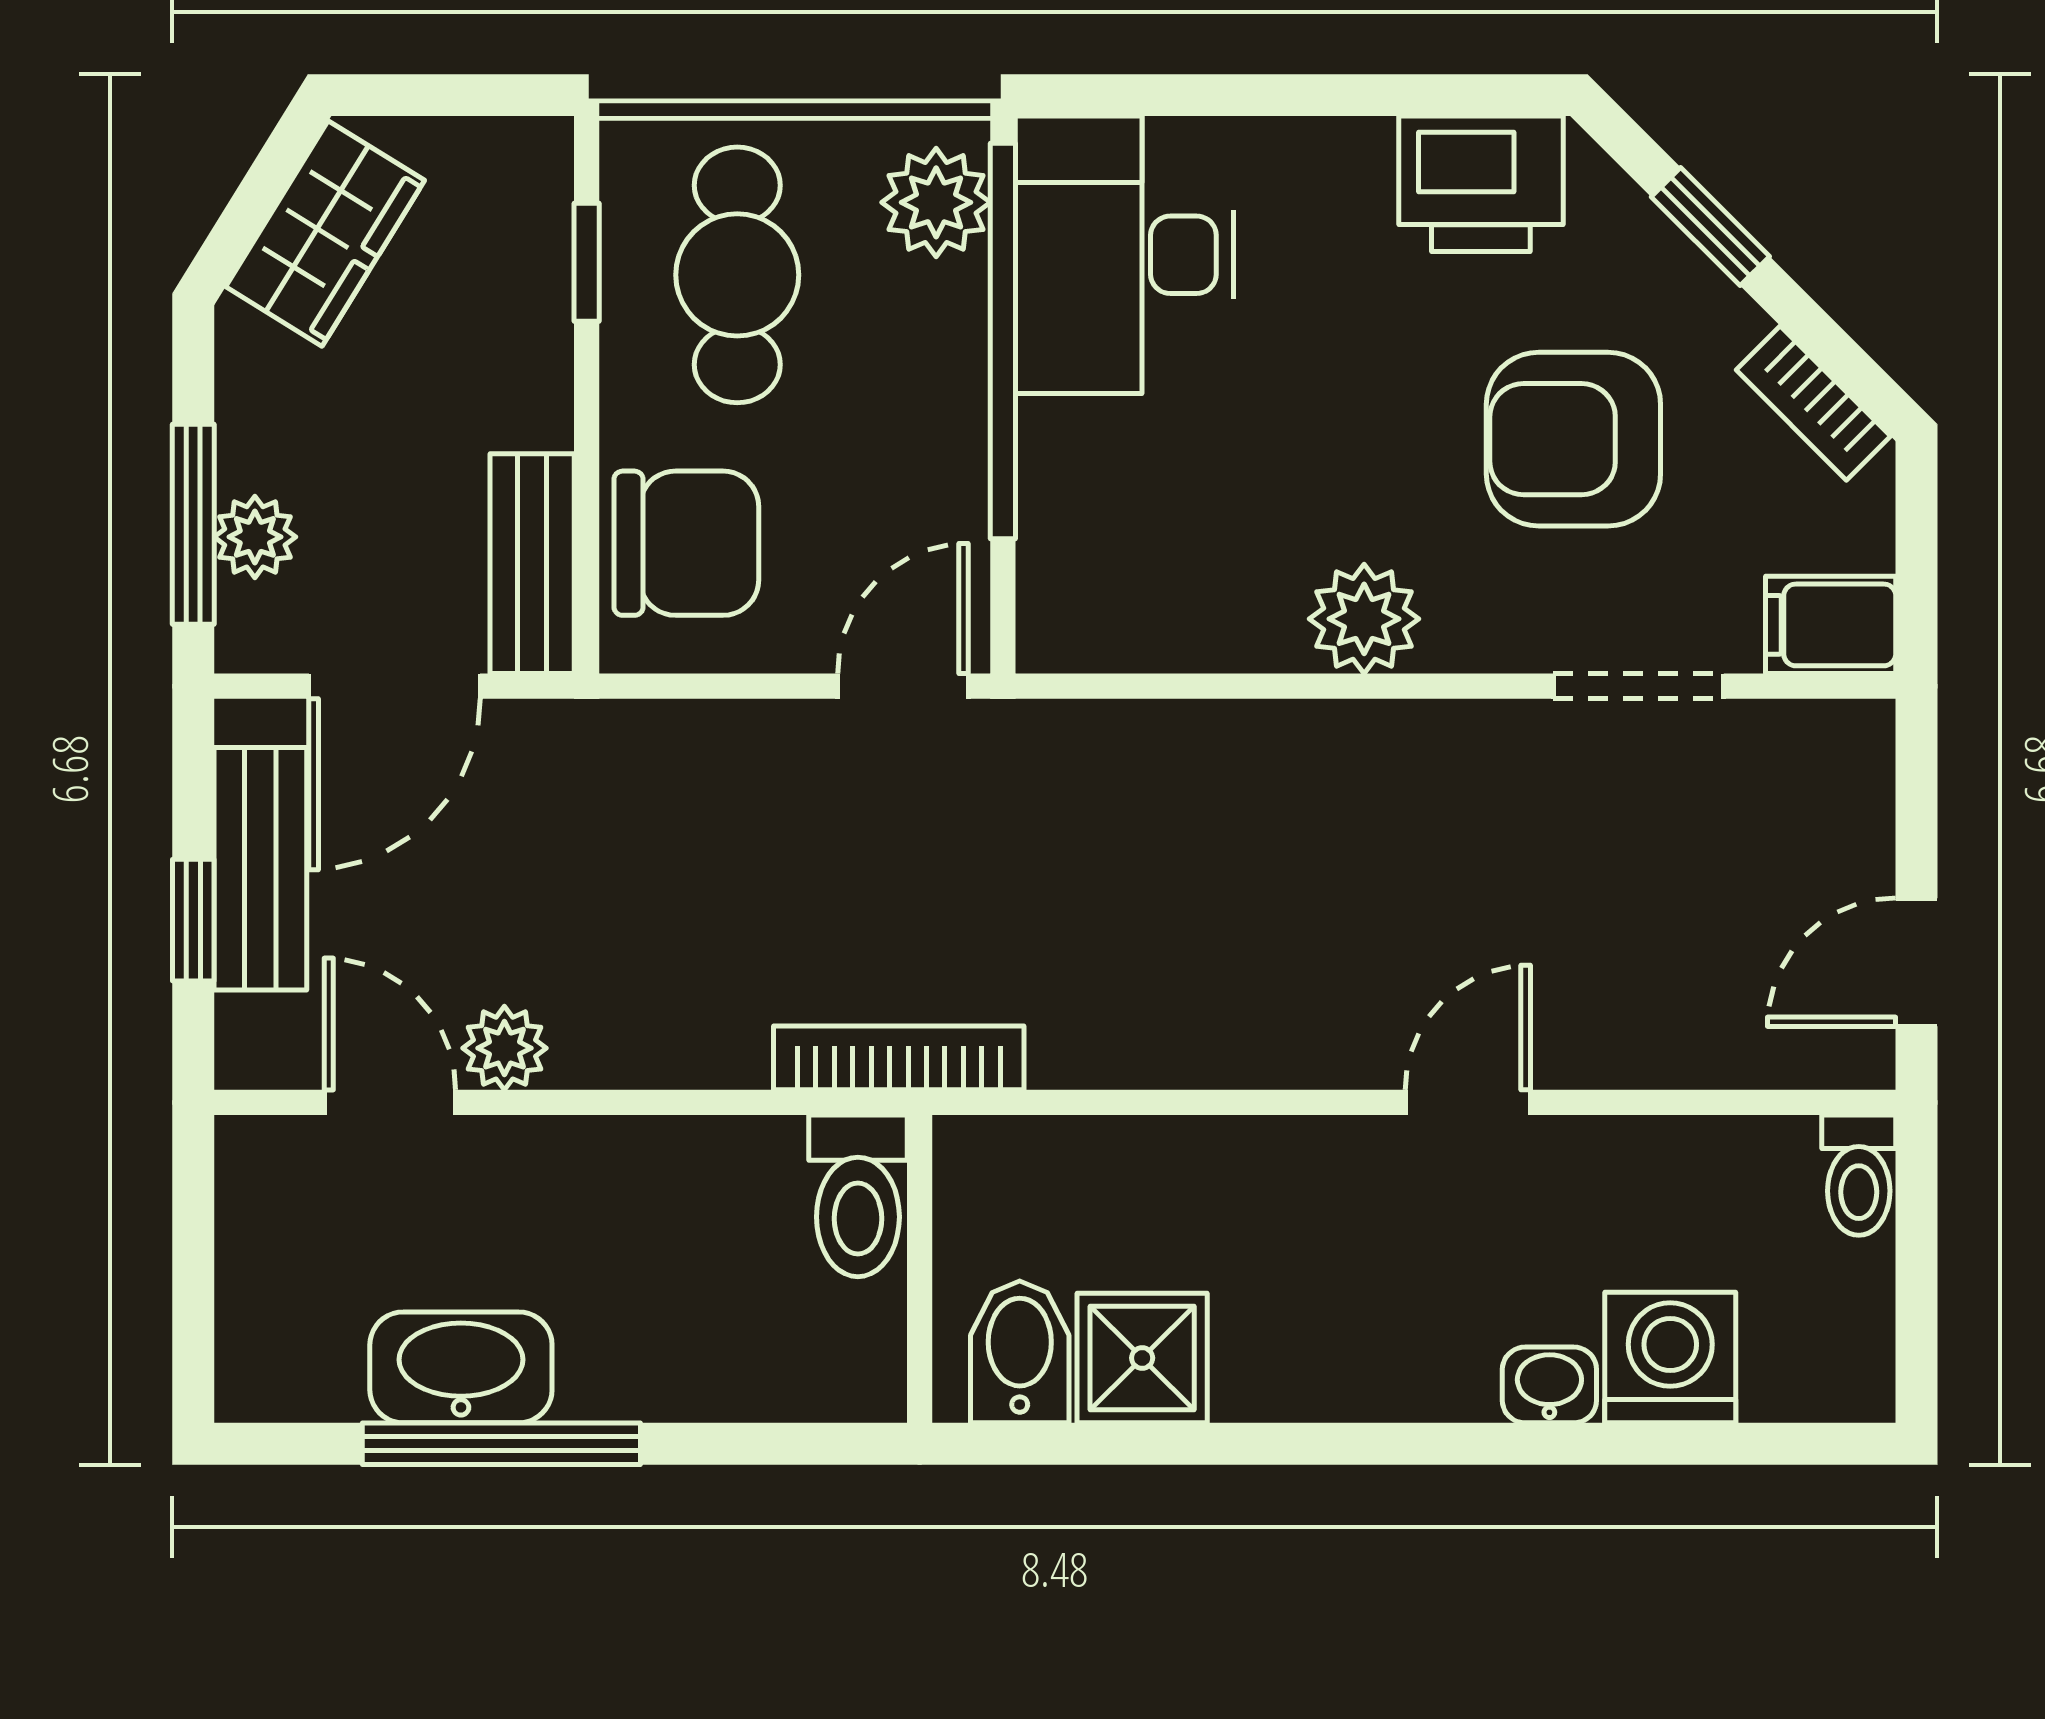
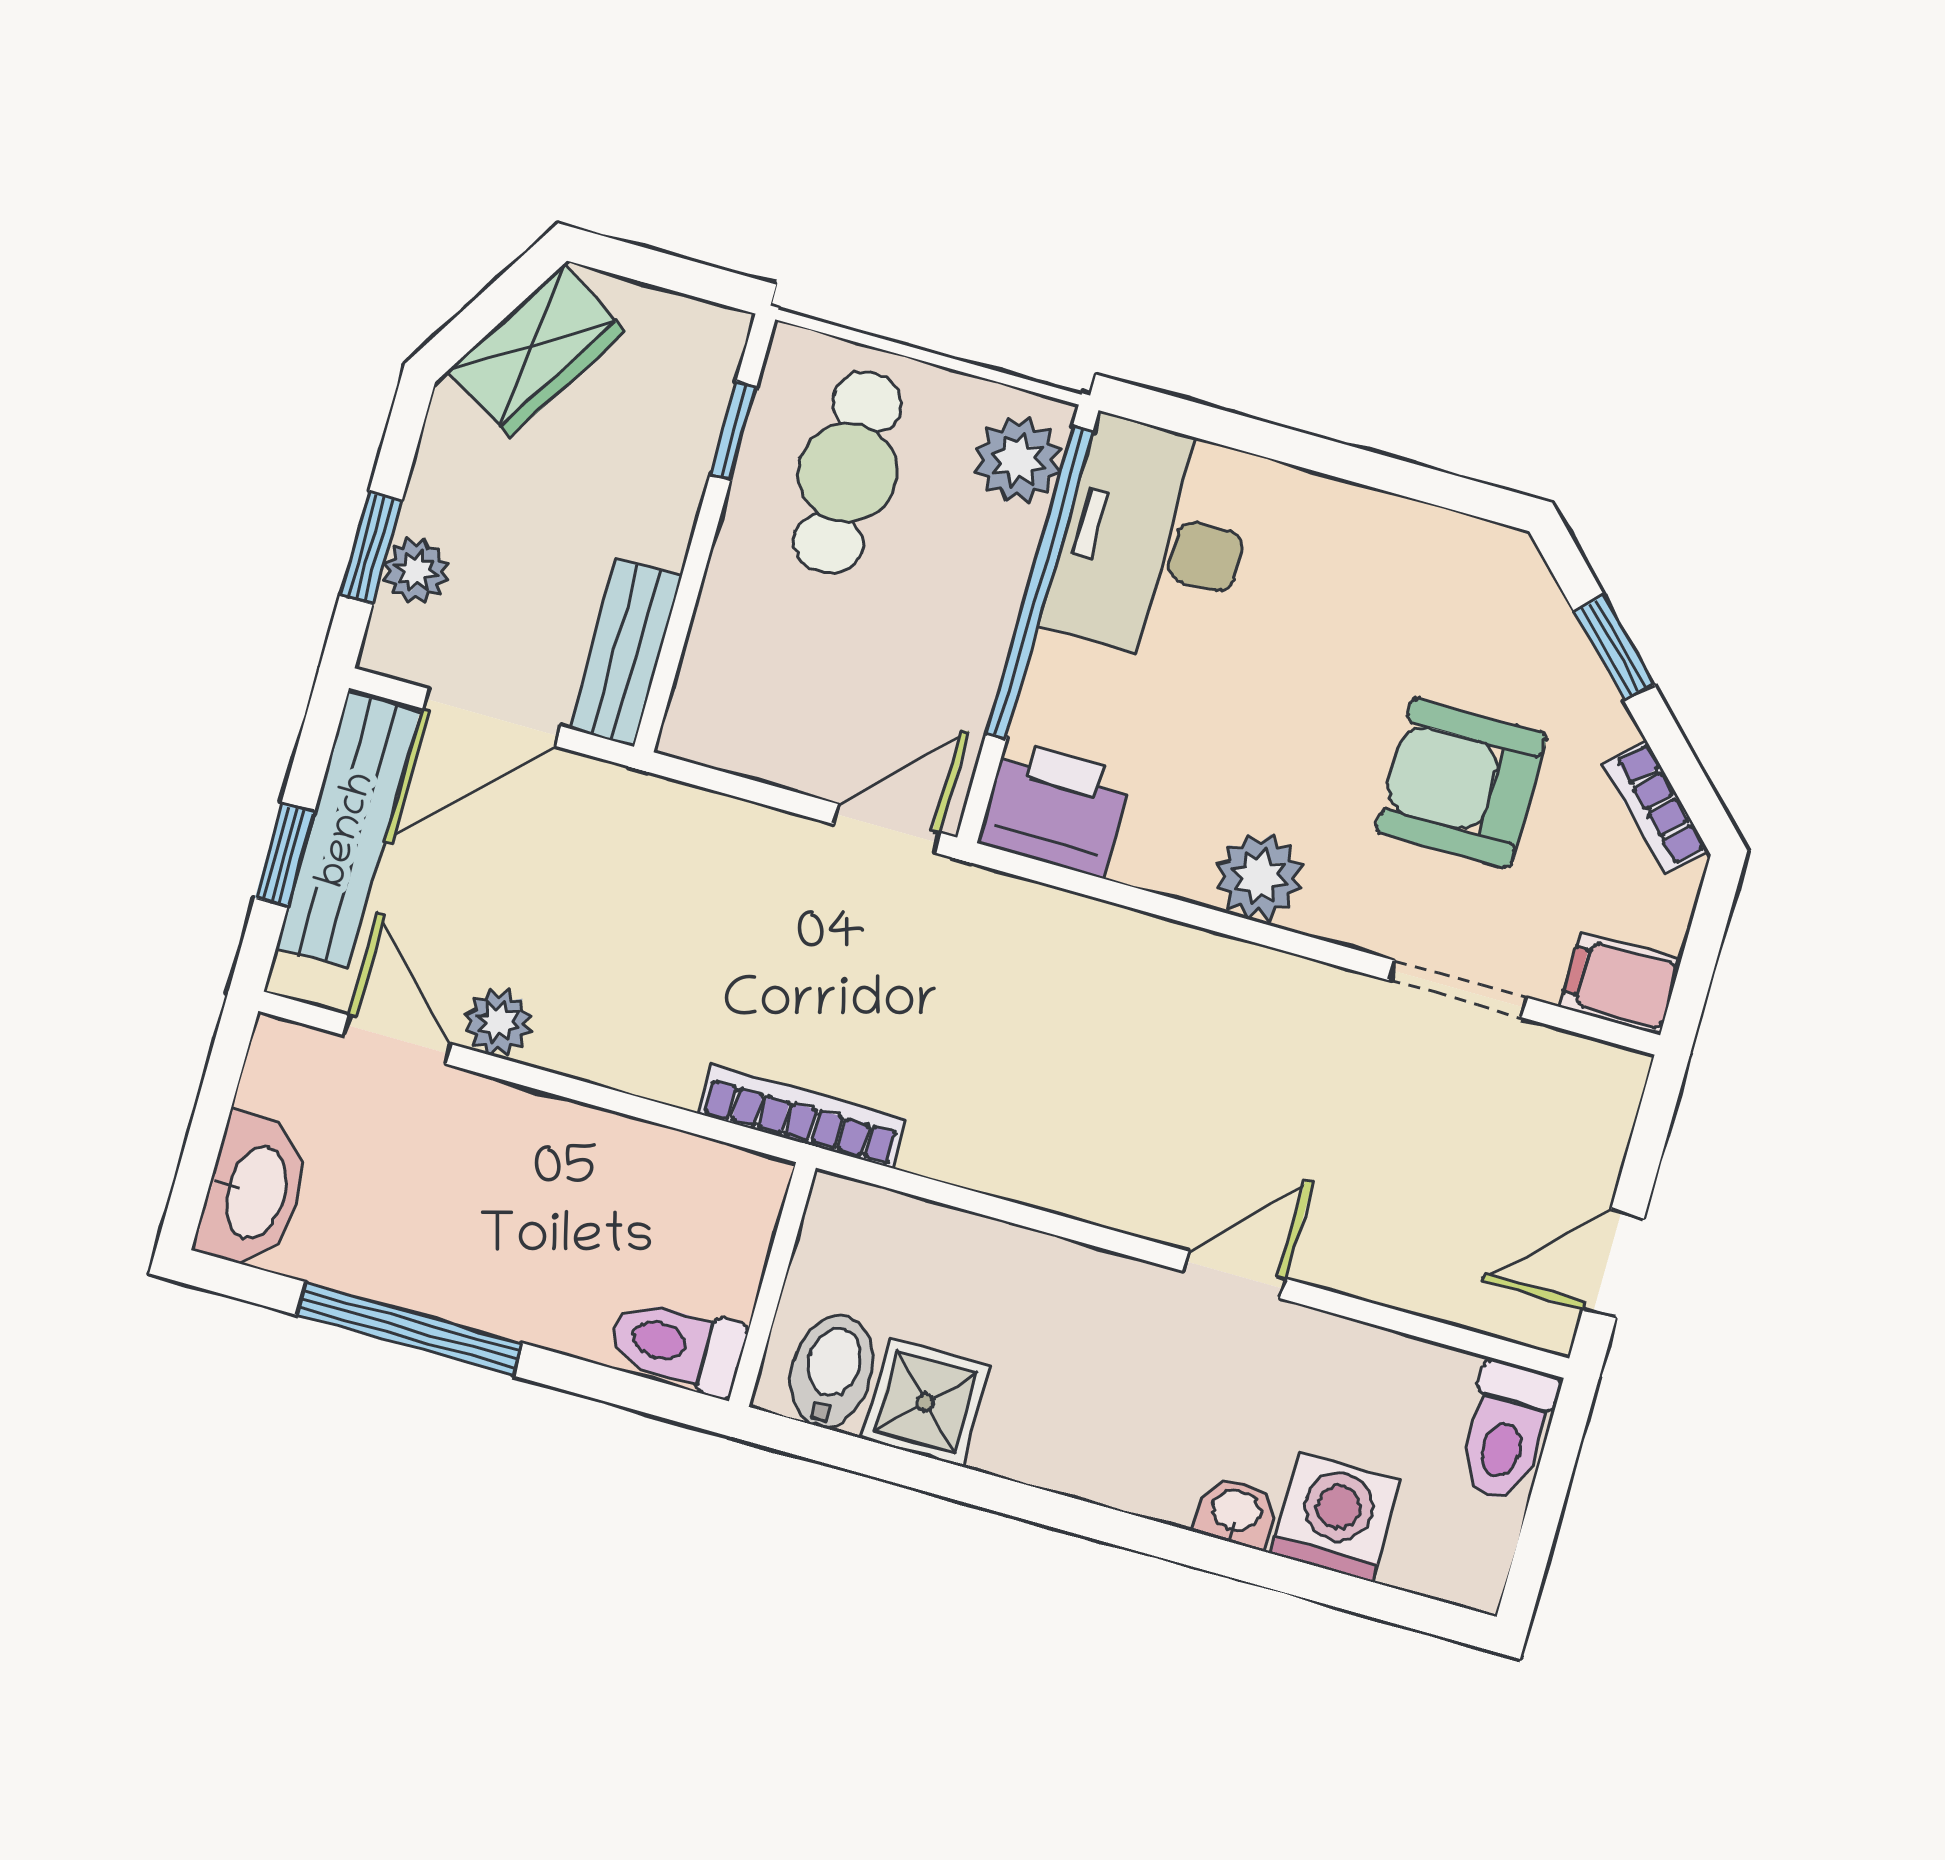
printer: (1481, 184) -> (1055, 808), moved, turned 180
window: (193, 524) -> (371, 548), width x0.67
chair: (686, 543) -> (750, 670), removed
bench: (260, 869) -> (348, 830), width x1.36
toilet: (1859, 1175) -> (1506, 1432), width x1.37, depth x1.39
toilet: (858, 1196) -> (677, 1346), moved, turned 90
washbasin: (461, 1367) -> (254, 1192), moved, turned 90

